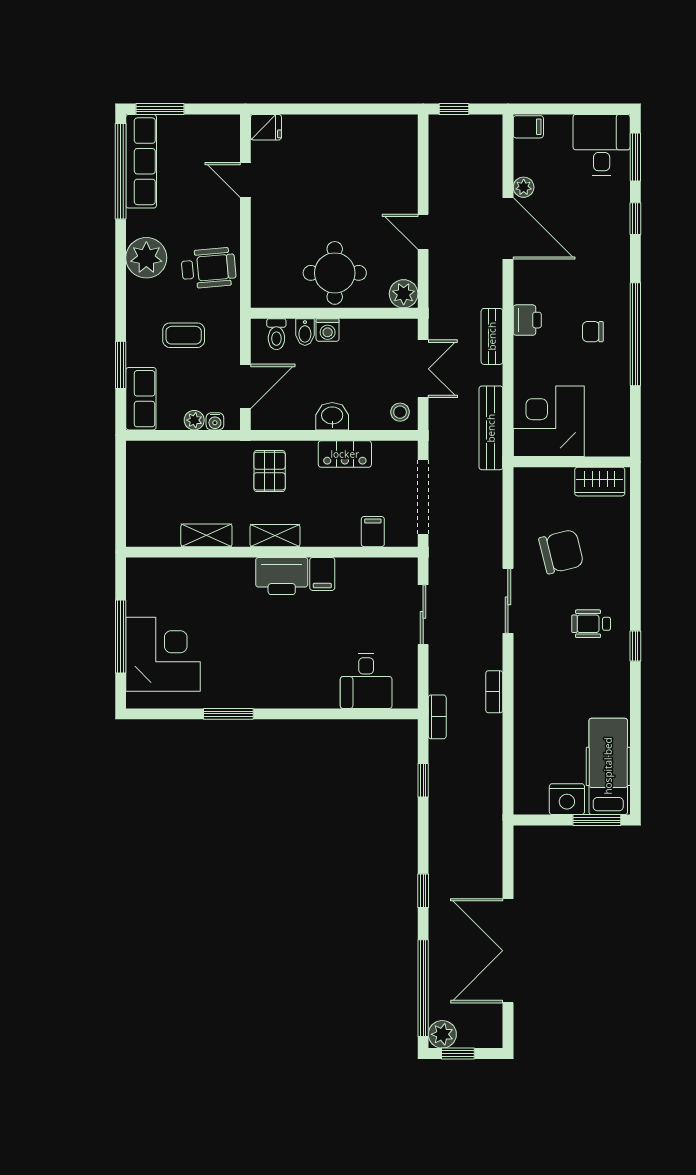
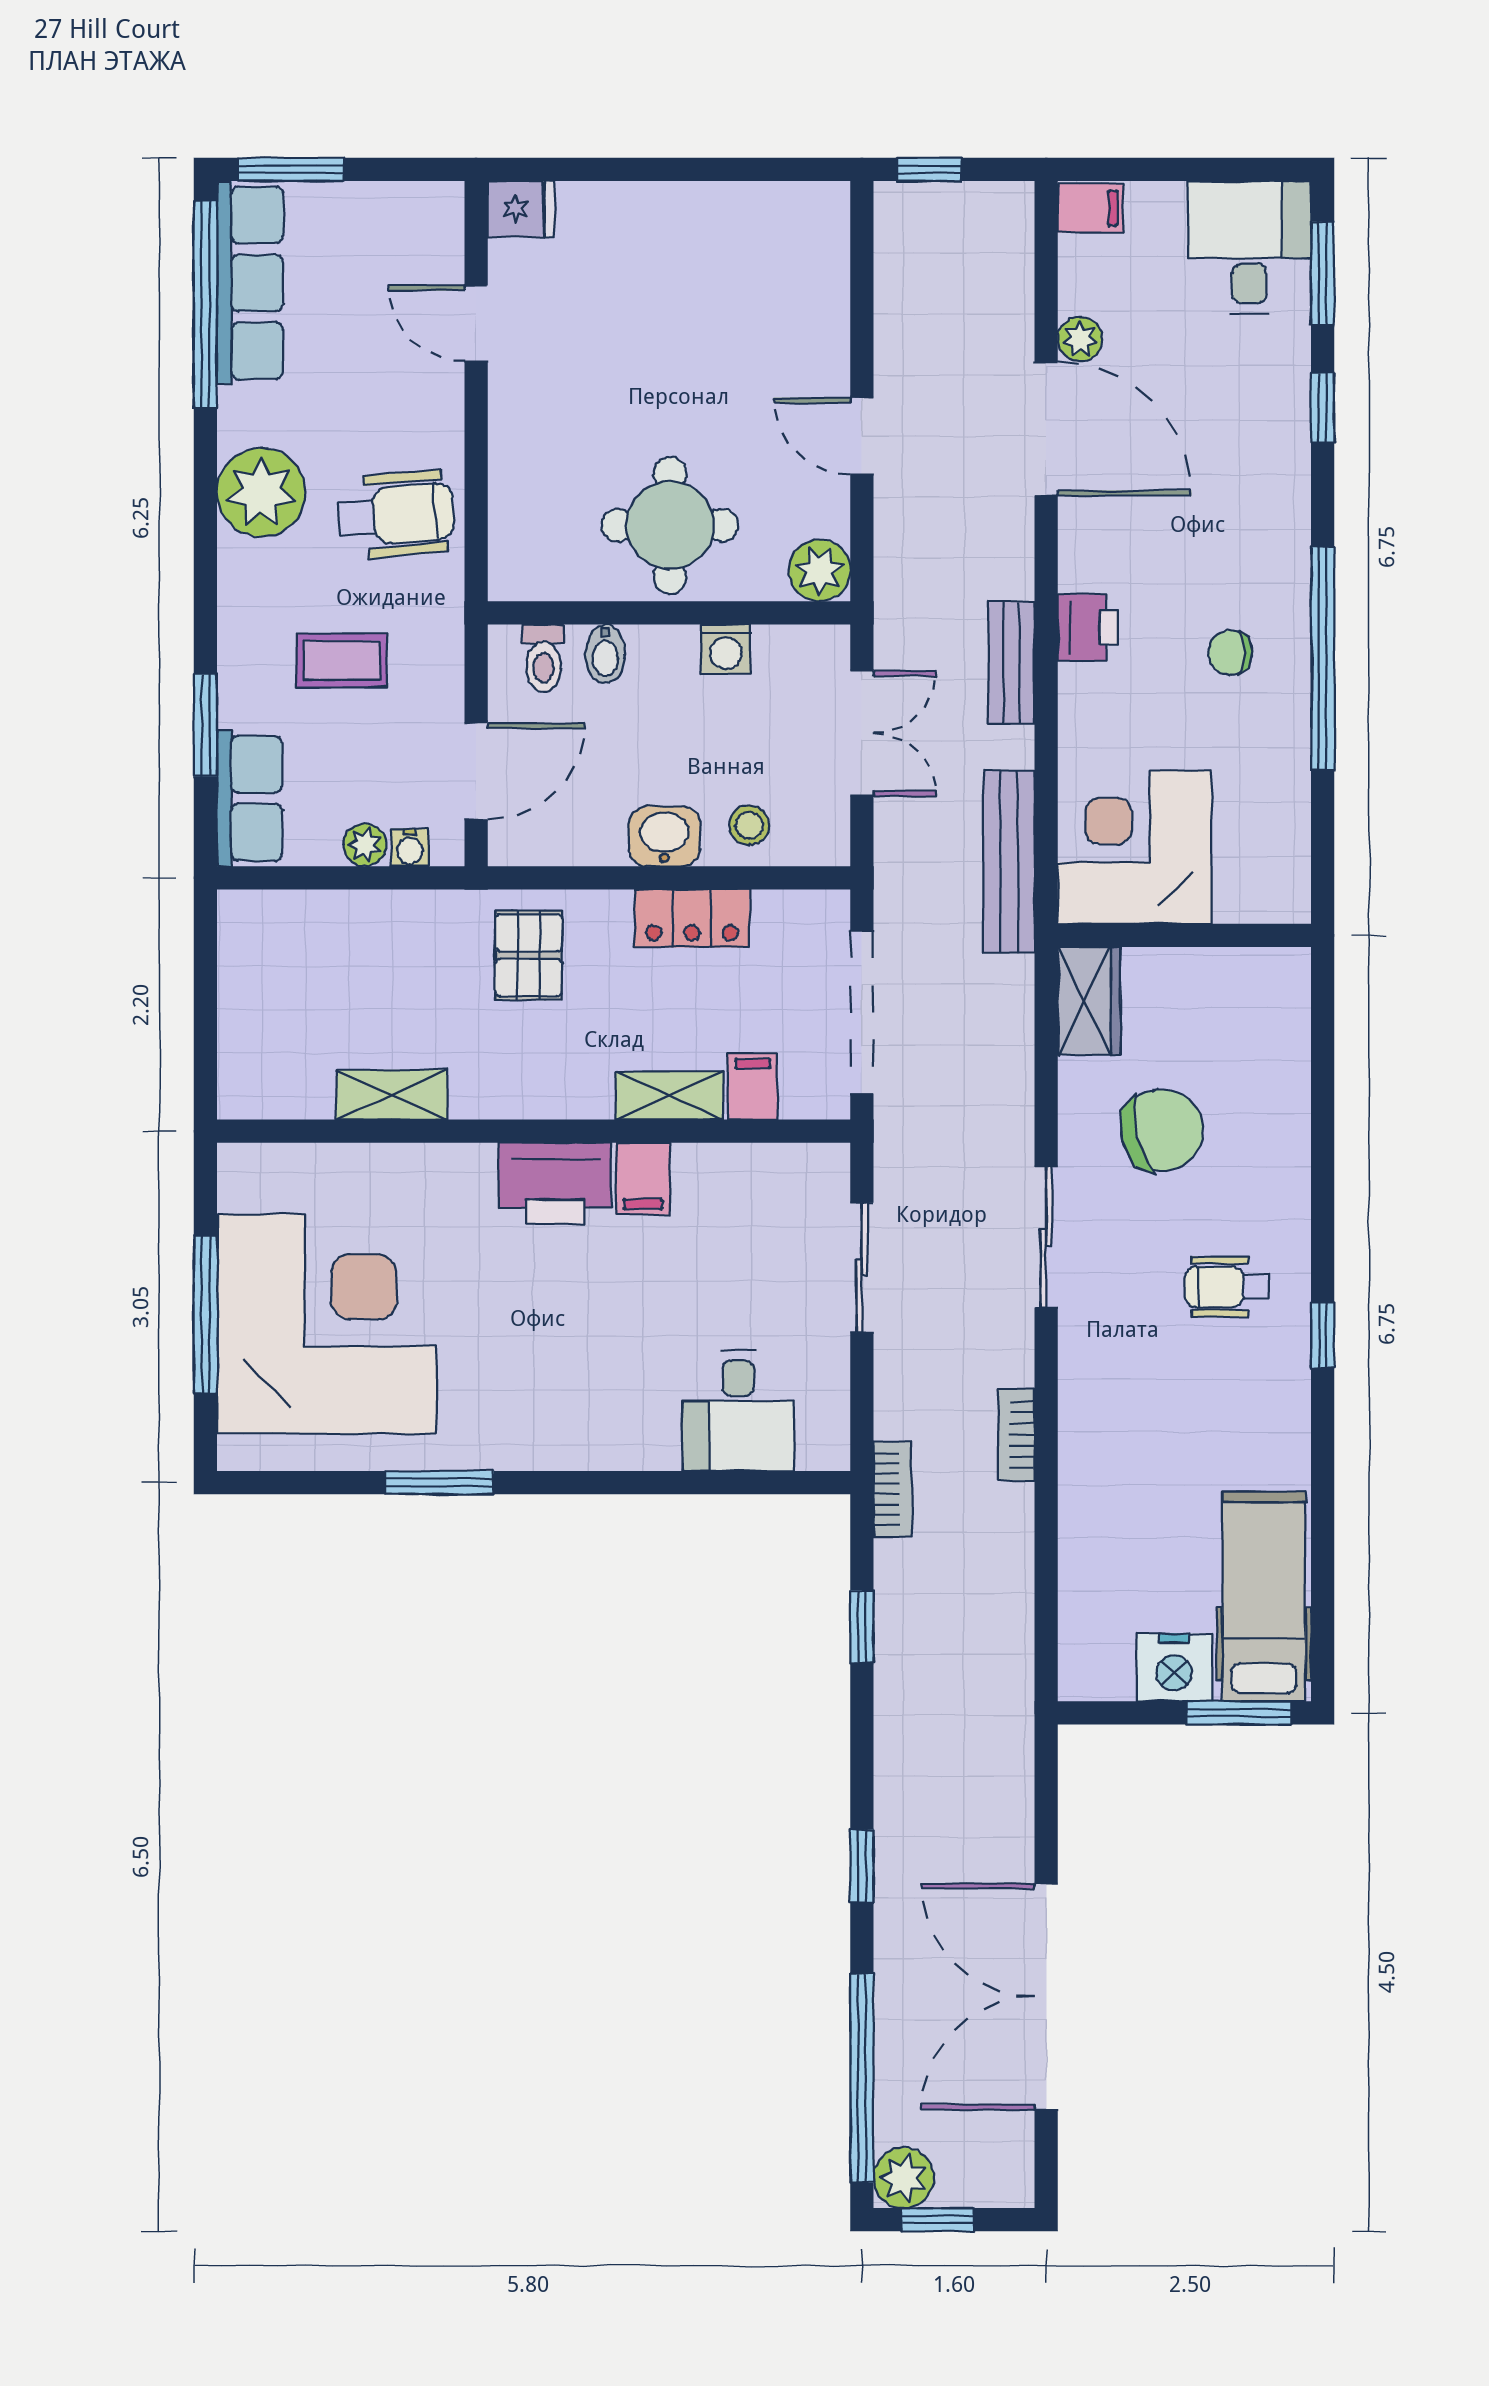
washing machine: (328, 330) -> (726, 649), moved
stool: (400, 412) -> (749, 825), moved
wardrobe: (600, 482) -> (1089, 1001), moved, turned -90
shelving: (275, 536) -> (669, 1095), moved
corner desk: (163, 654) -> (327, 1324), width x1.36, depth x1.36

